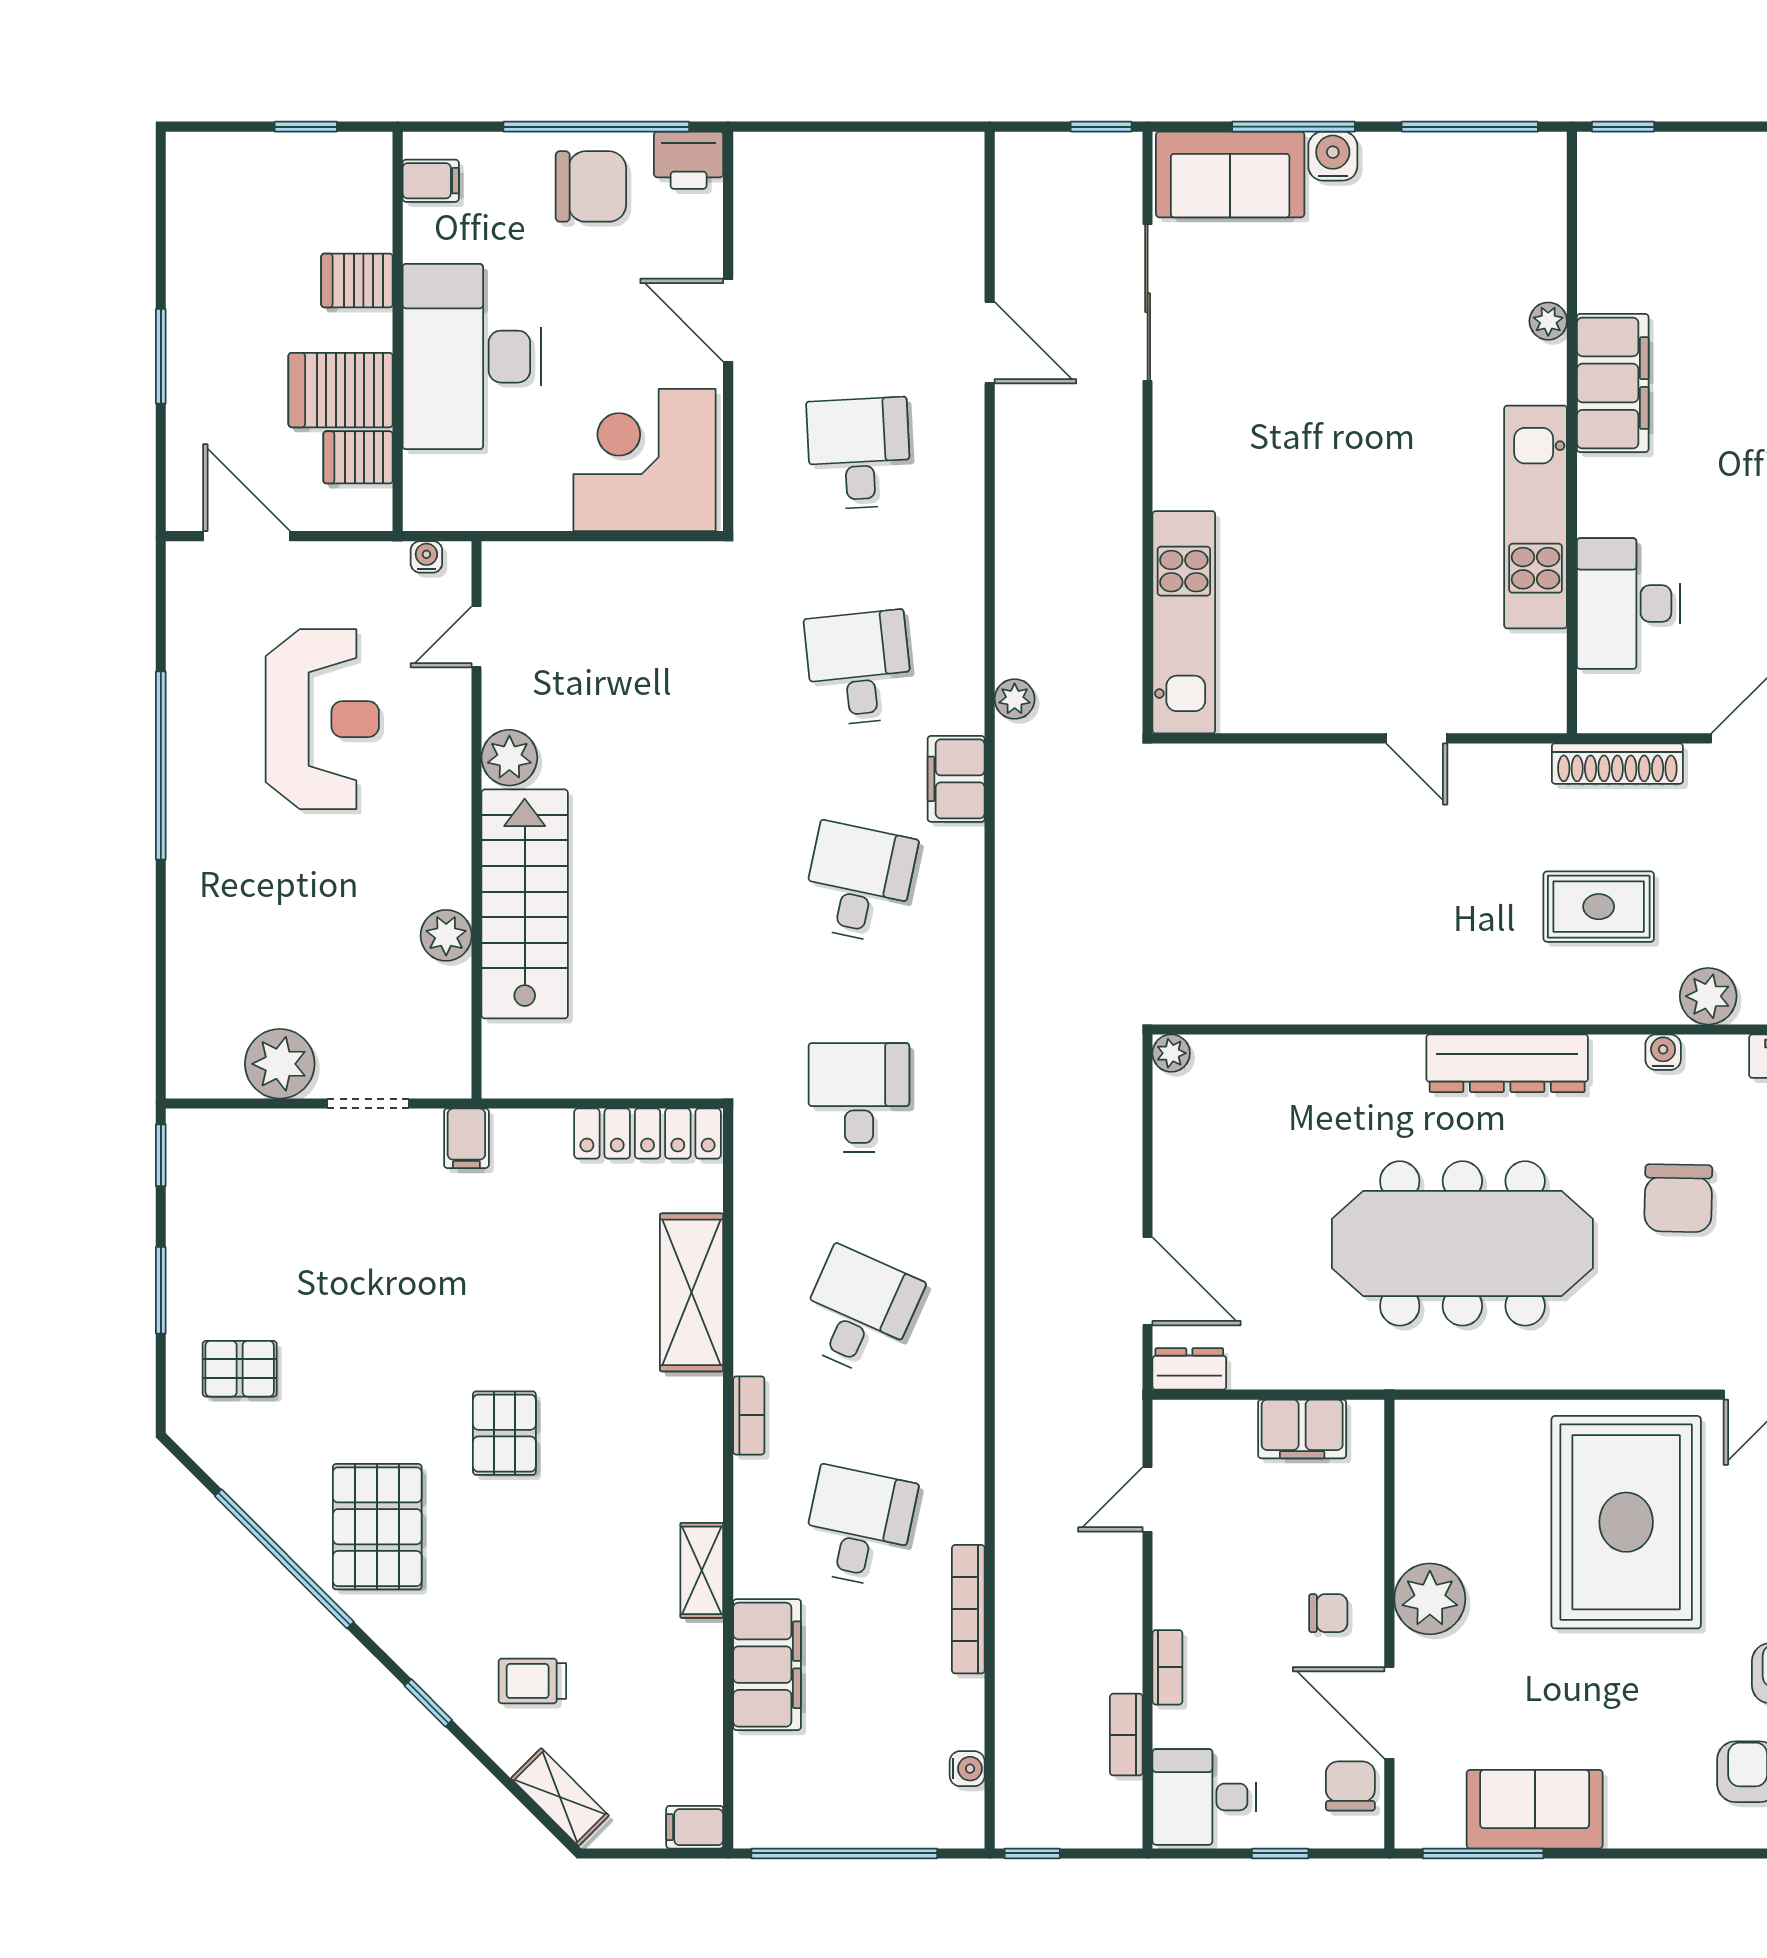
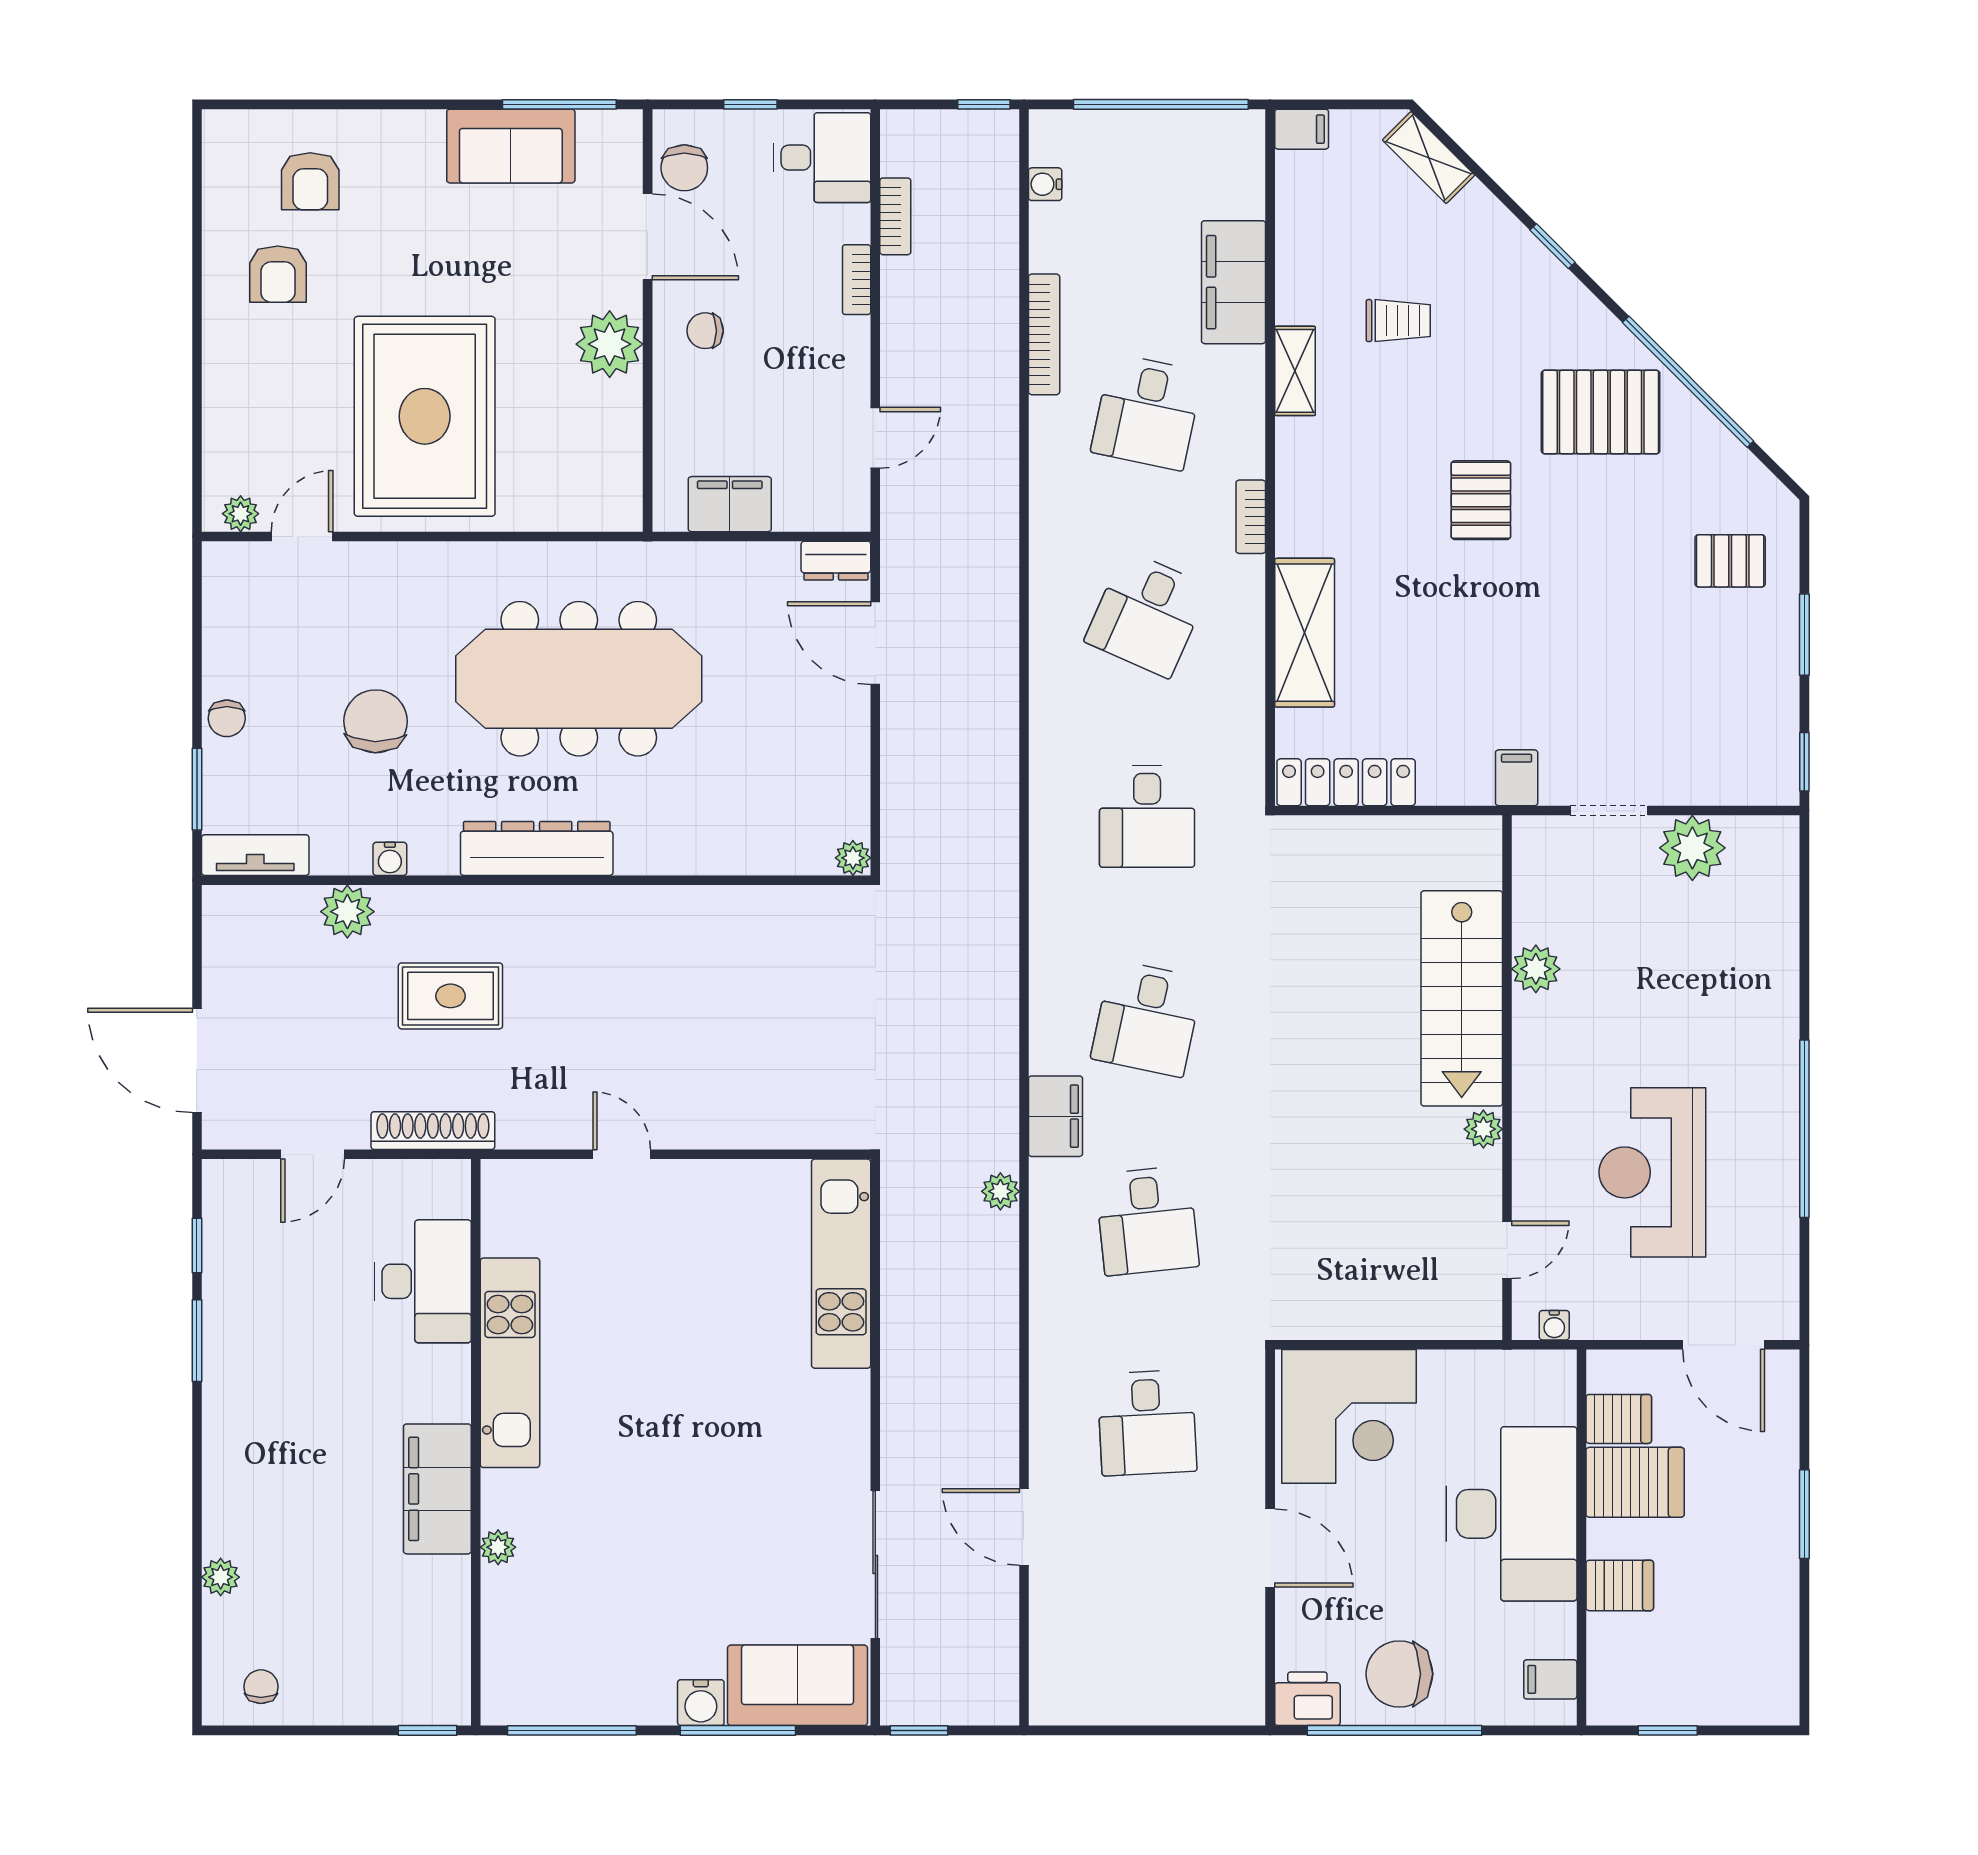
plant: (509, 758) -> (1483, 1129), width x0.73, depth x0.73
pallet: (377, 1527) -> (1601, 412), turned 90
trolley: (532, 1681) -> (1398, 321), moved

